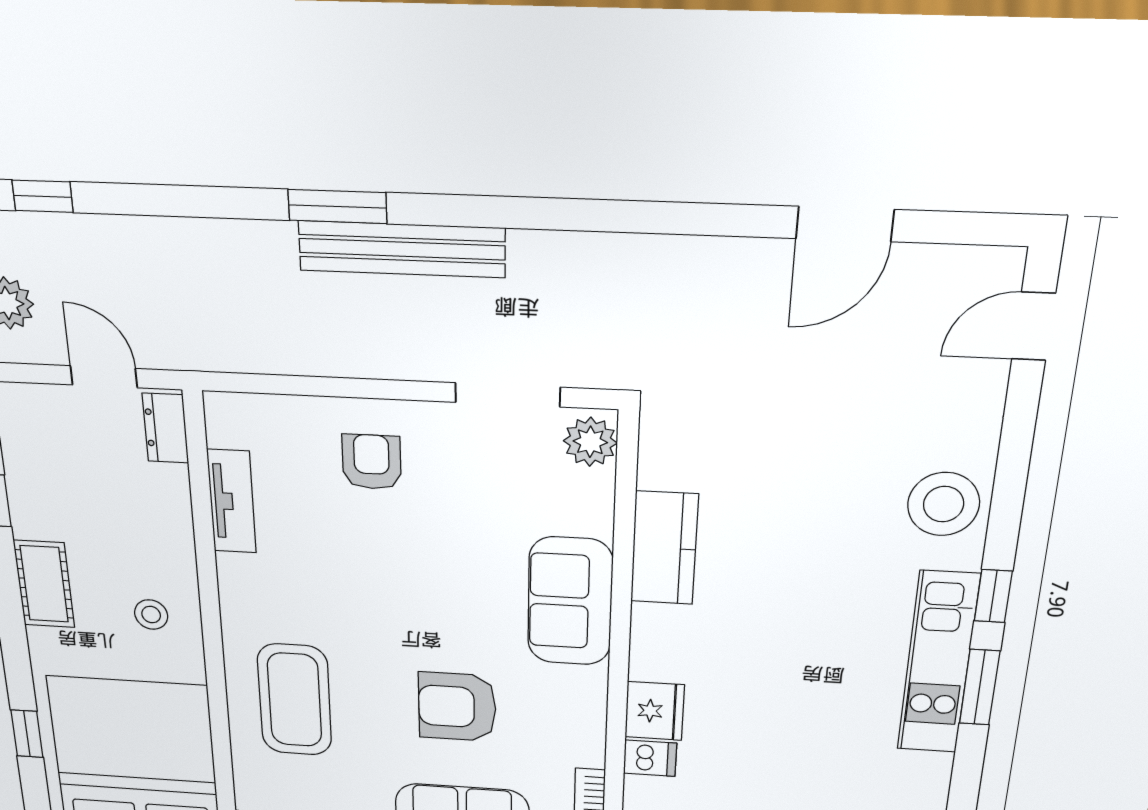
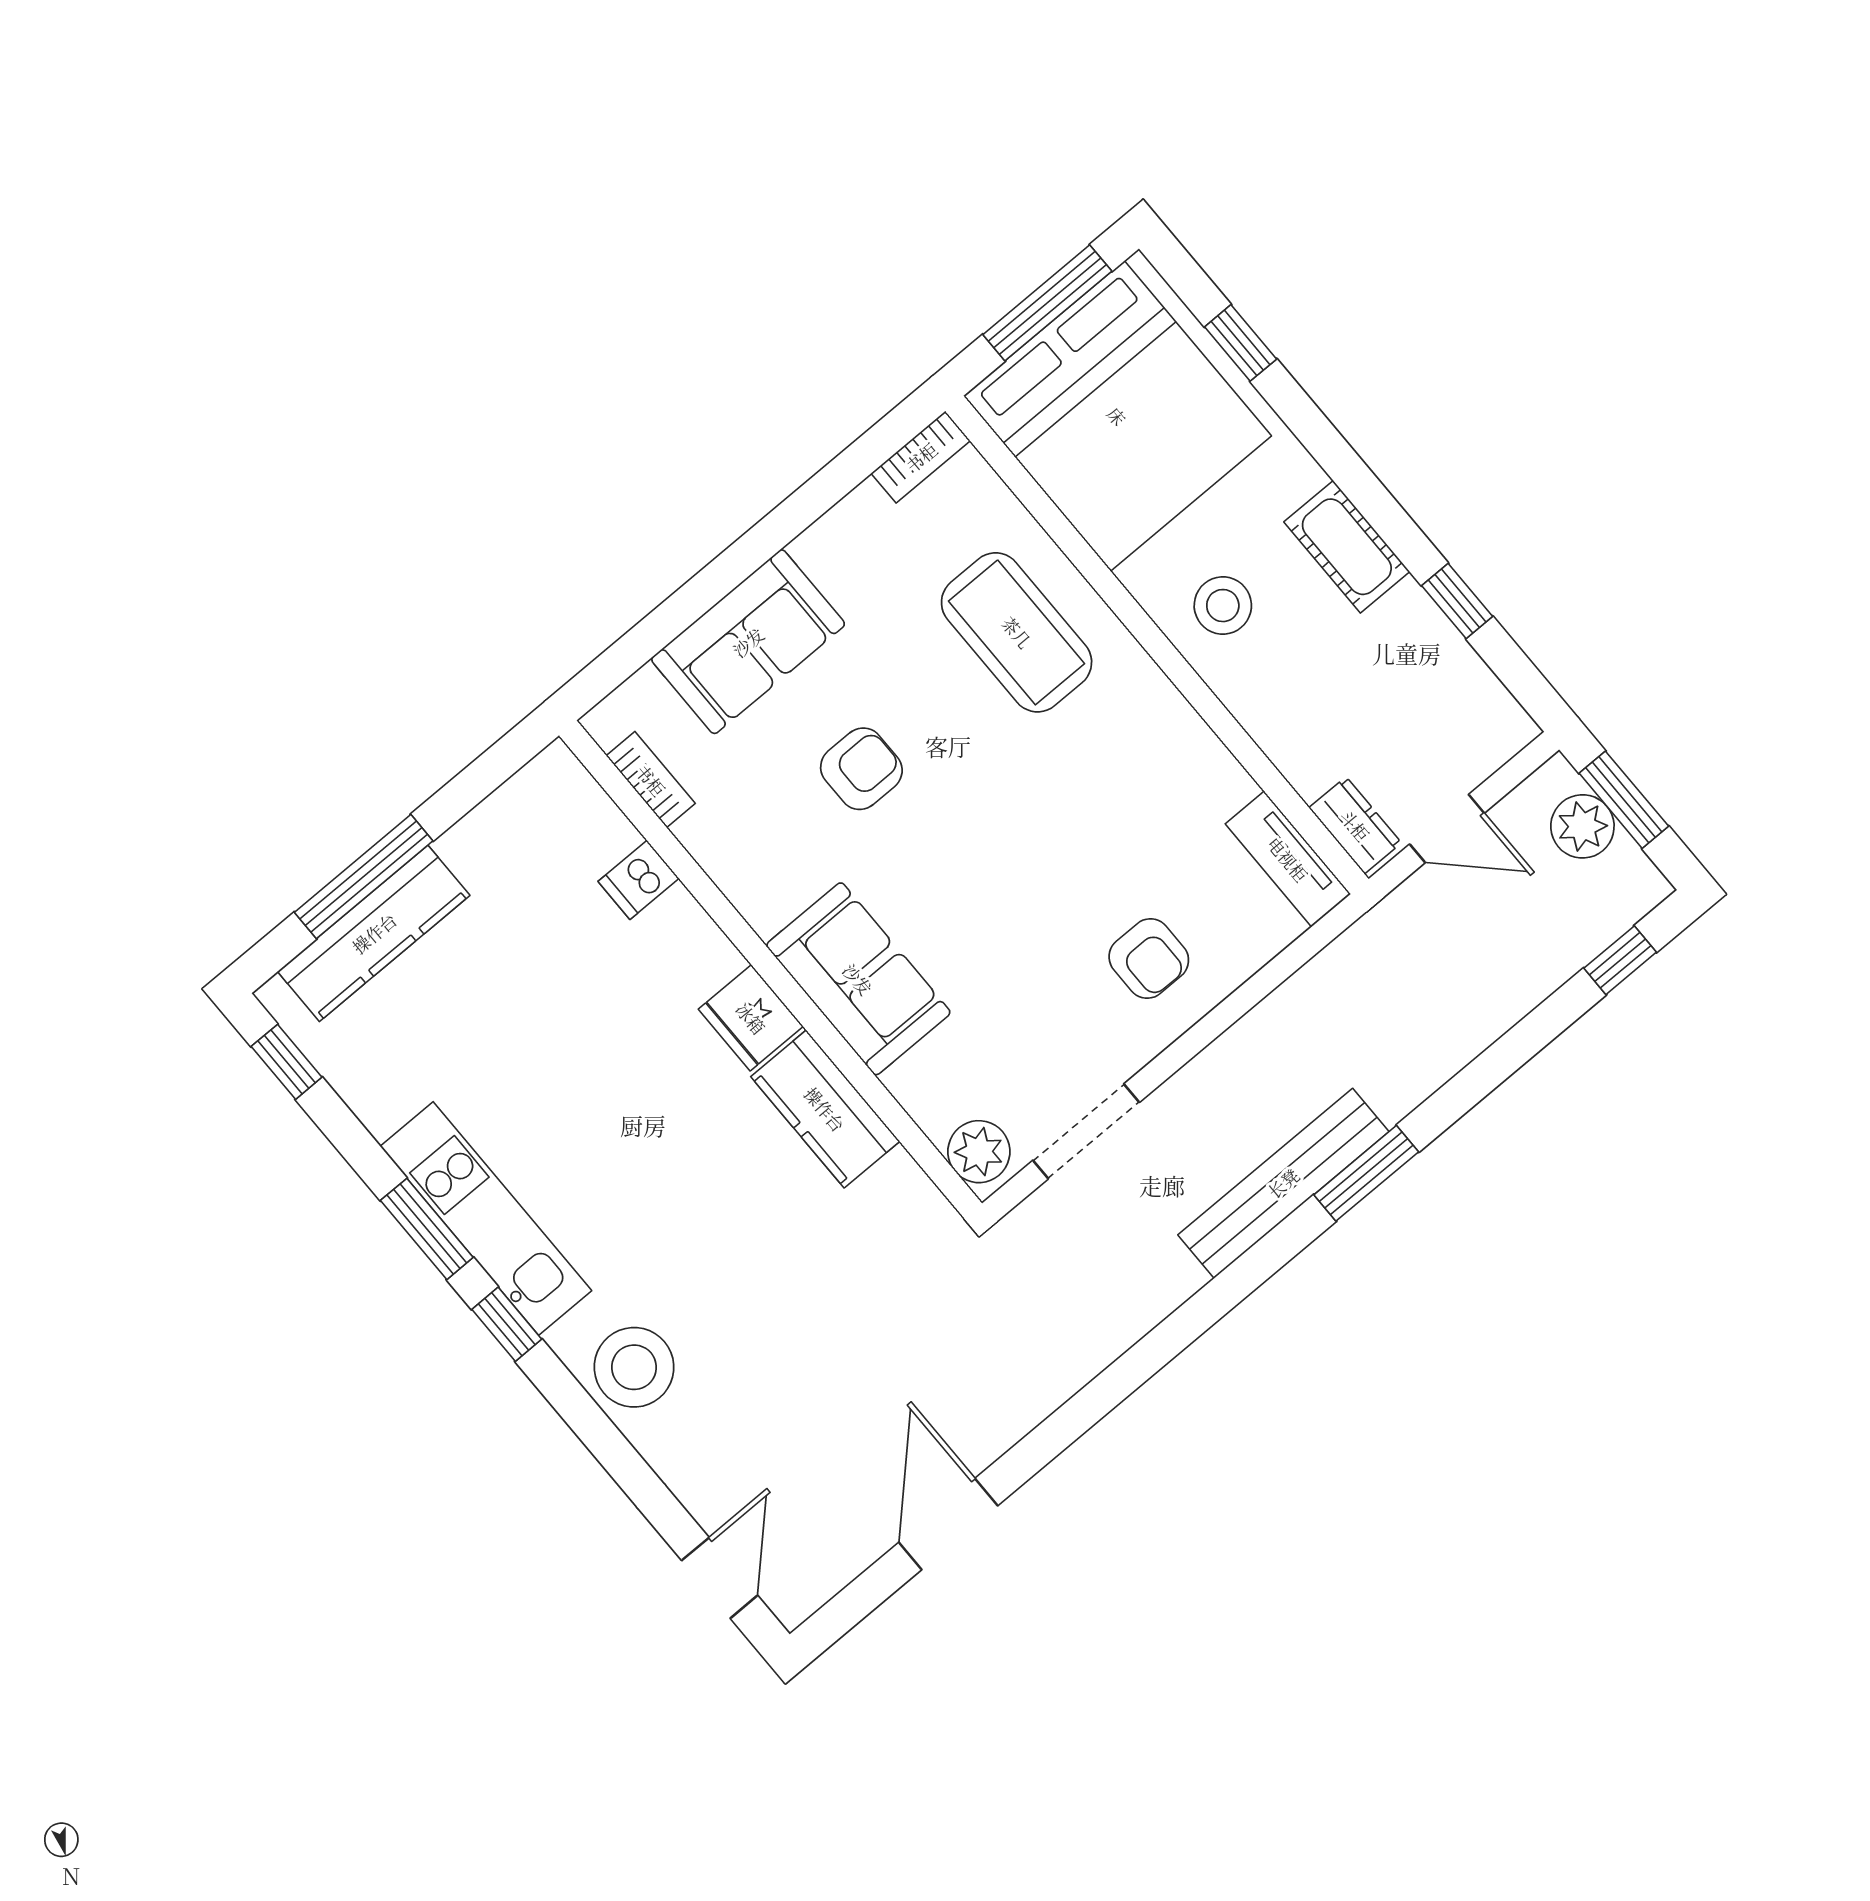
tv unit: (232, 501) -> (1288, 859), moved
stool: (151, 615) -> (1223, 606), width x1.37, depth x1.37
armchair: (457, 707) -> (861, 769), width x0.72, depth x0.72
fridge: (655, 711) -> (751, 1018), moved

